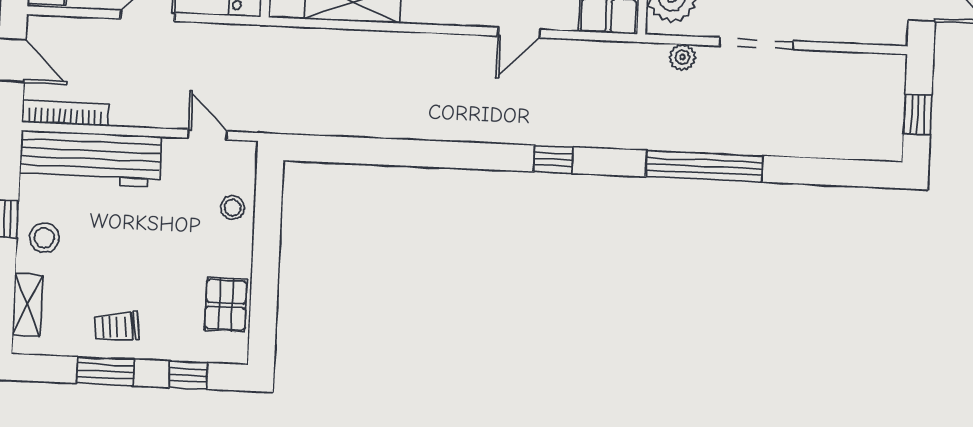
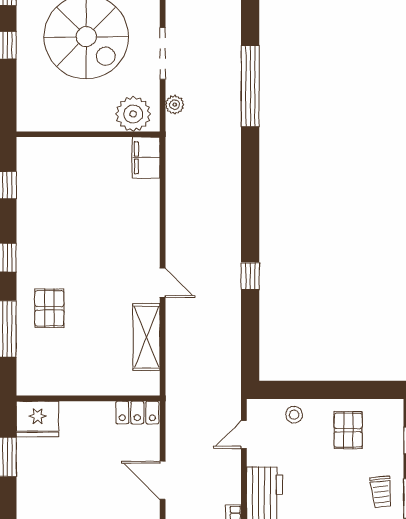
door: (519, 33) -> (163, 283), moved
window: (553, 159) -> (250, 276), moved
pallet: (226, 305) -> (348, 430), moved, turned 90

